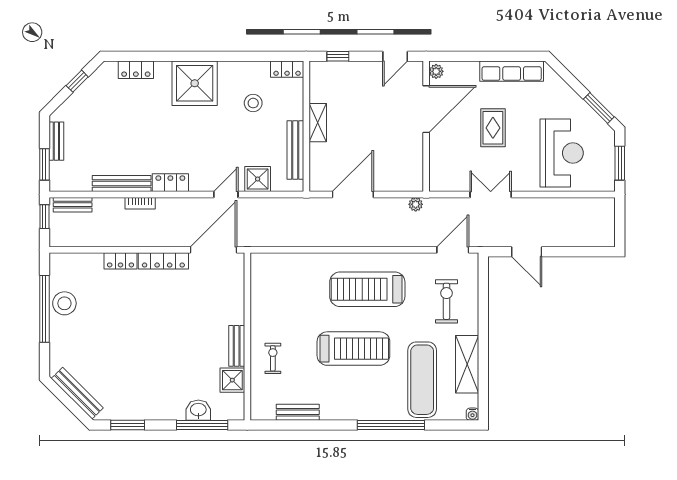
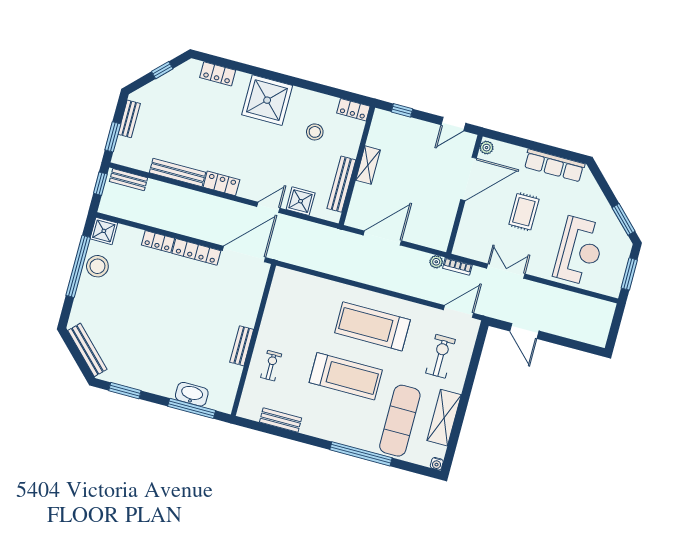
bookcase: (140, 203) -> (457, 266), moved
shower: (232, 380) -> (104, 231), moved
washbasin: (198, 410) -> (192, 394), width x1.38

